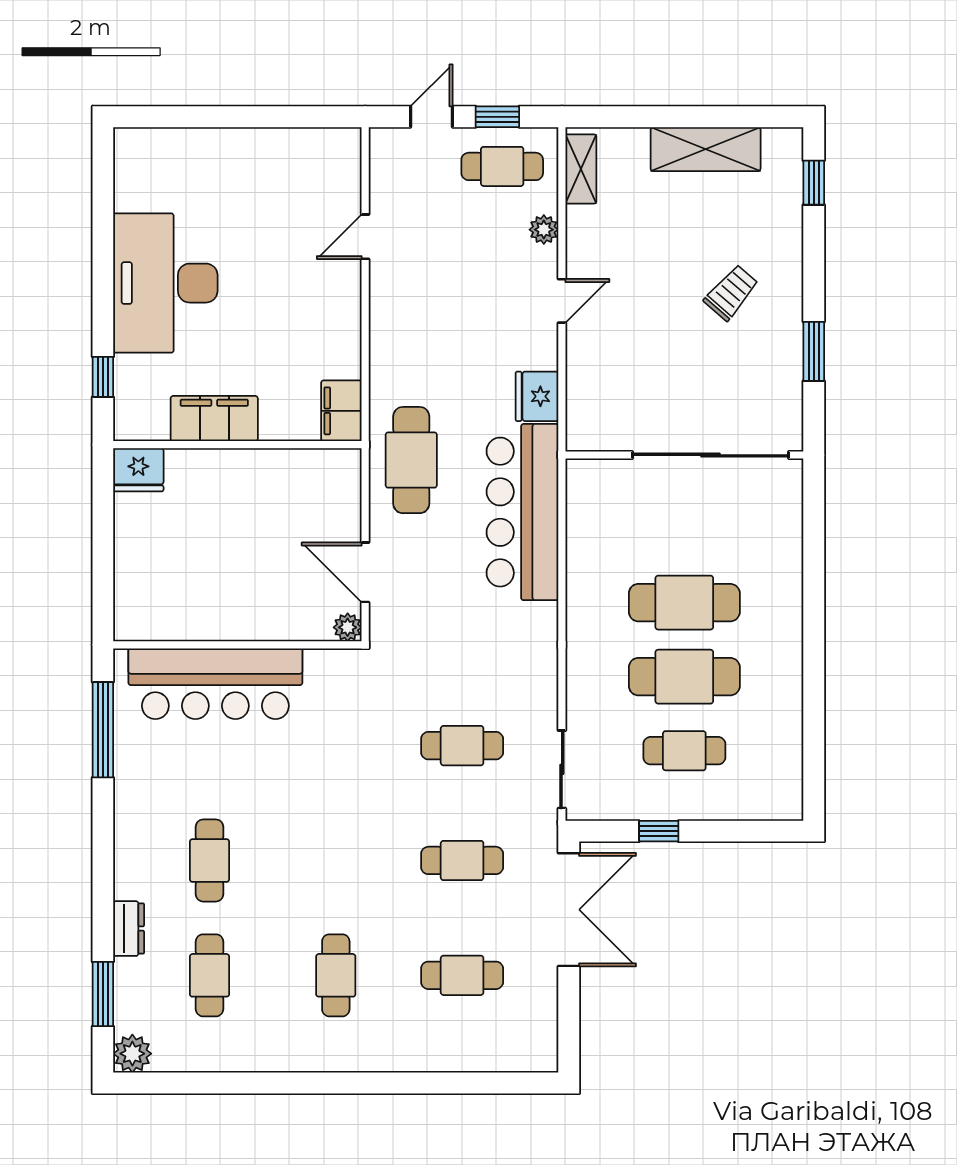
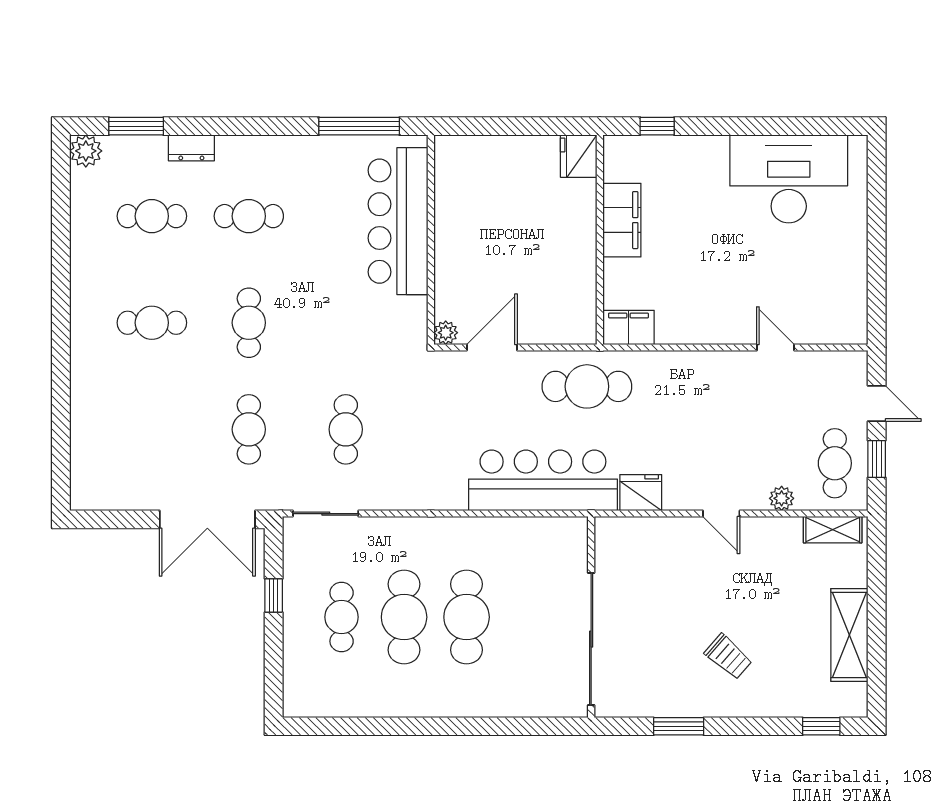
desk: (165, 283) -> (789, 179), moved
cafe table: (462, 975) -> (249, 323), moved

